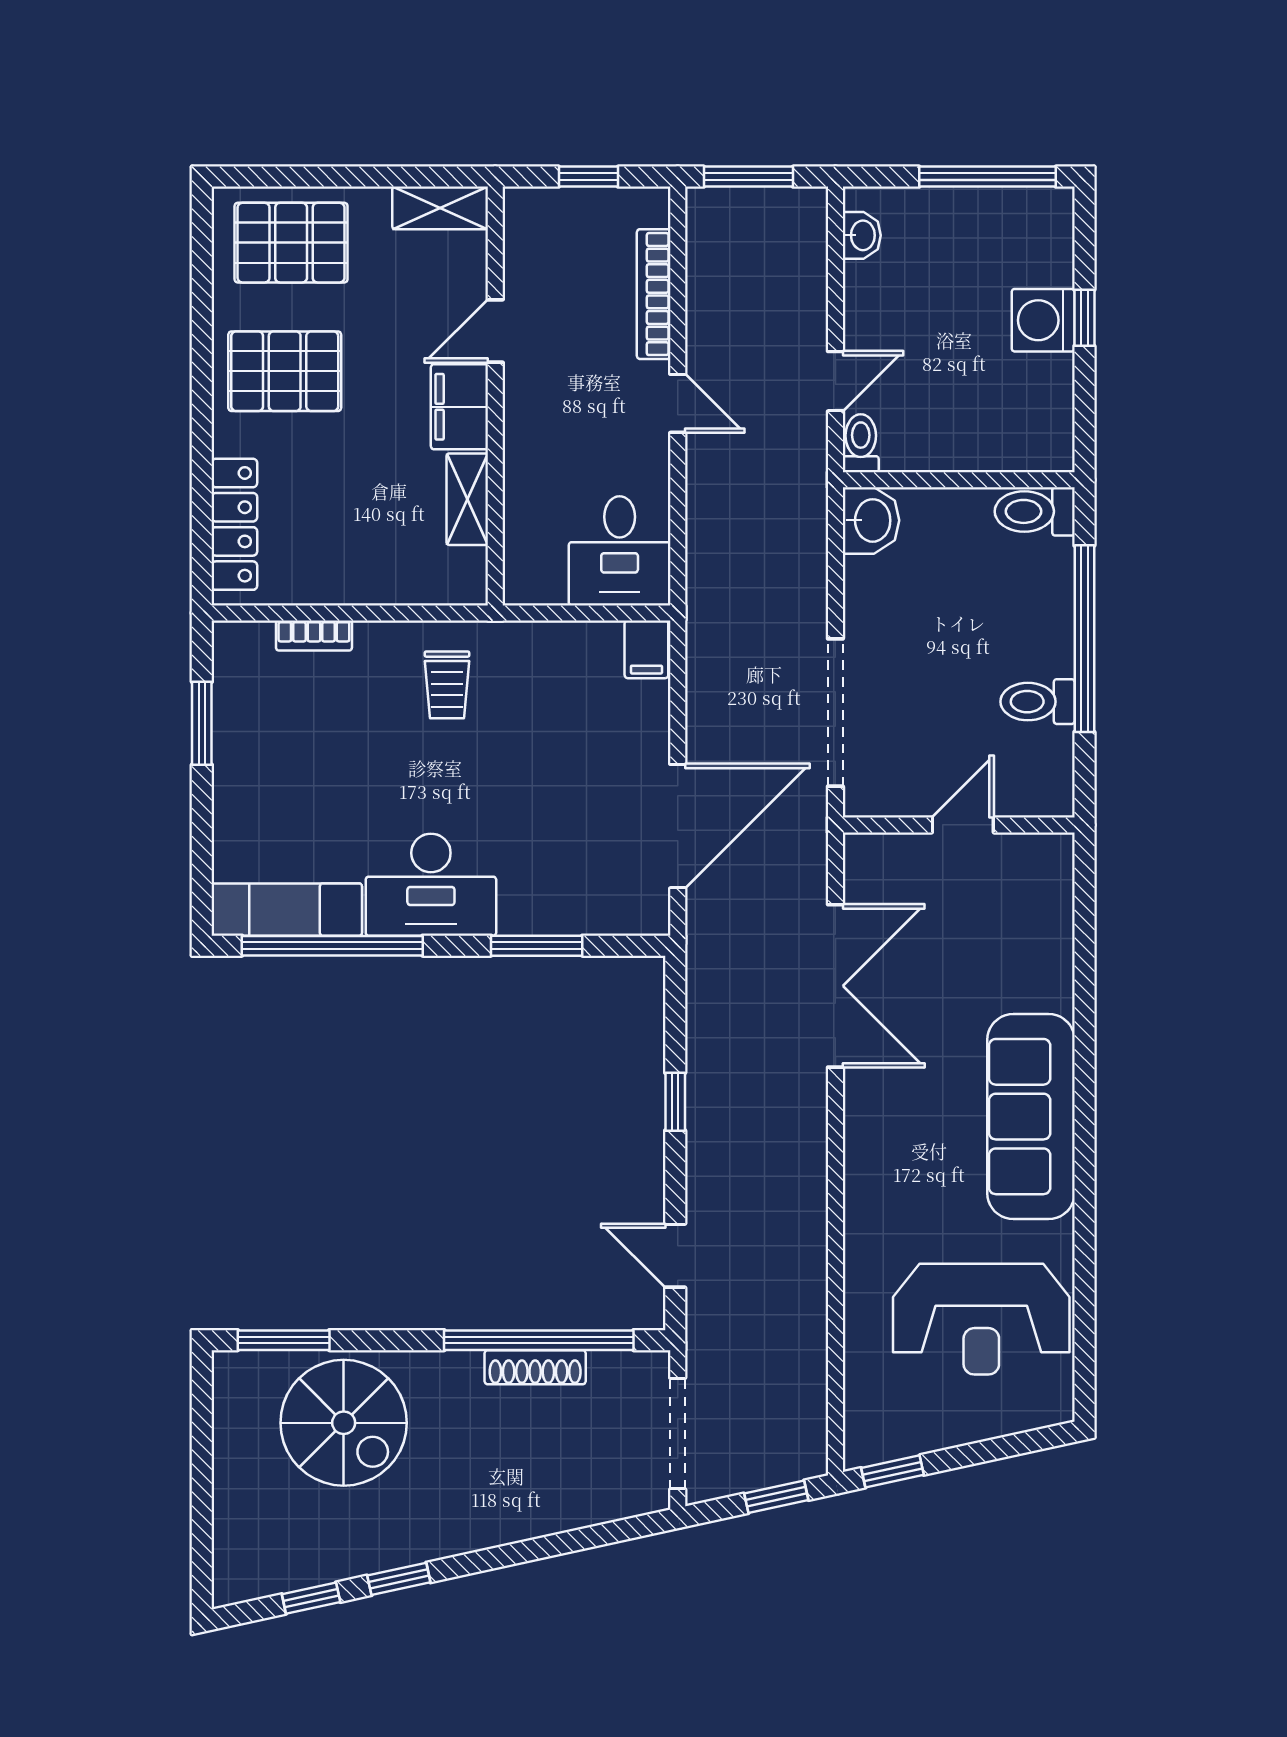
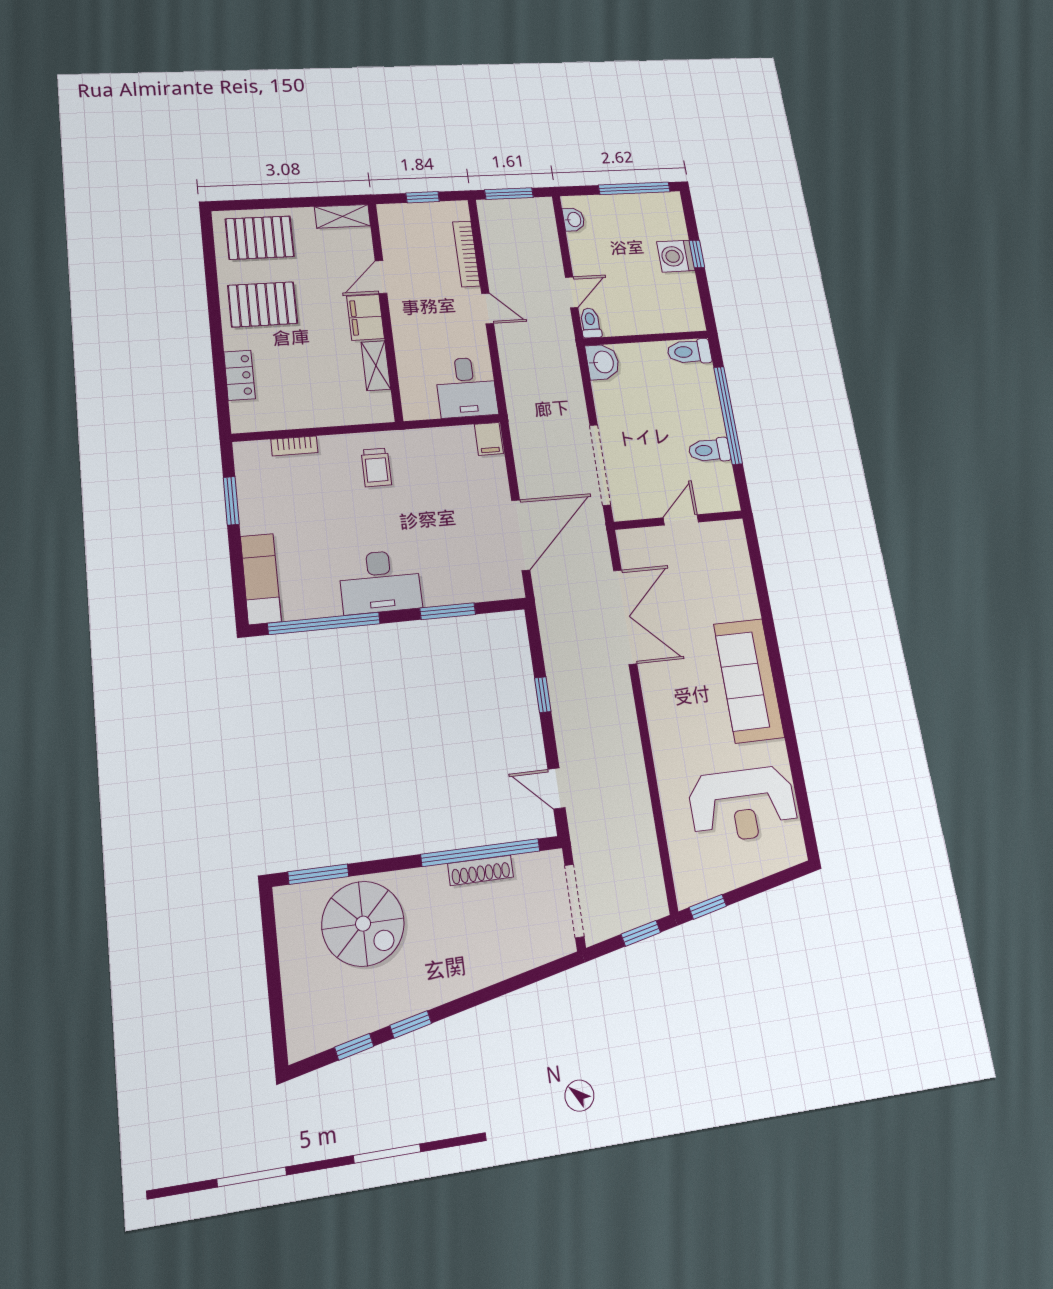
locker: (234, 524) -> (240, 375), width x0.66
exam couch: (287, 910) -> (261, 579), moved, turned 90

